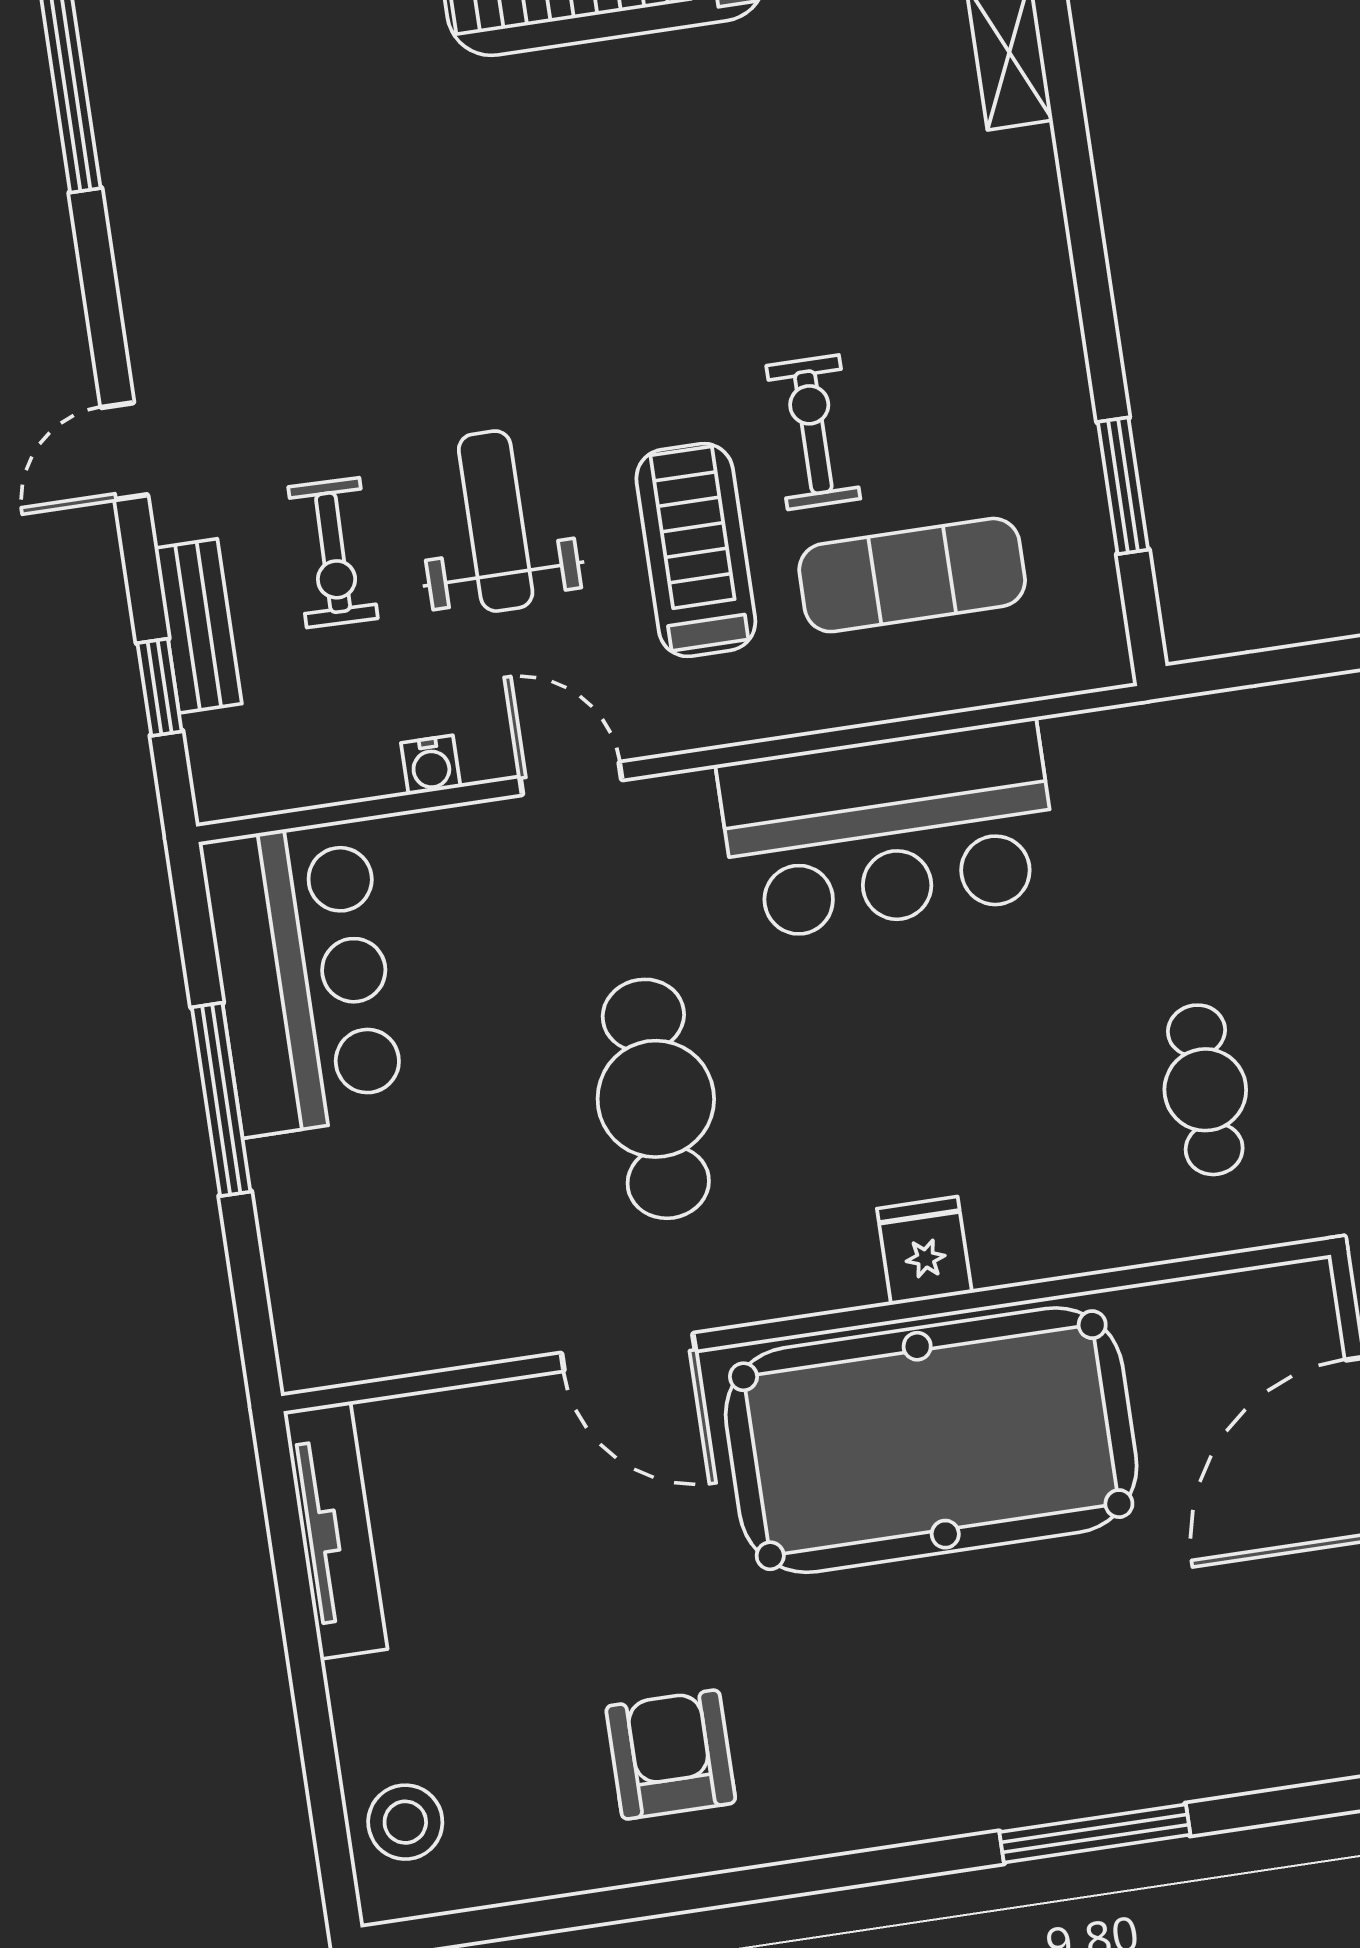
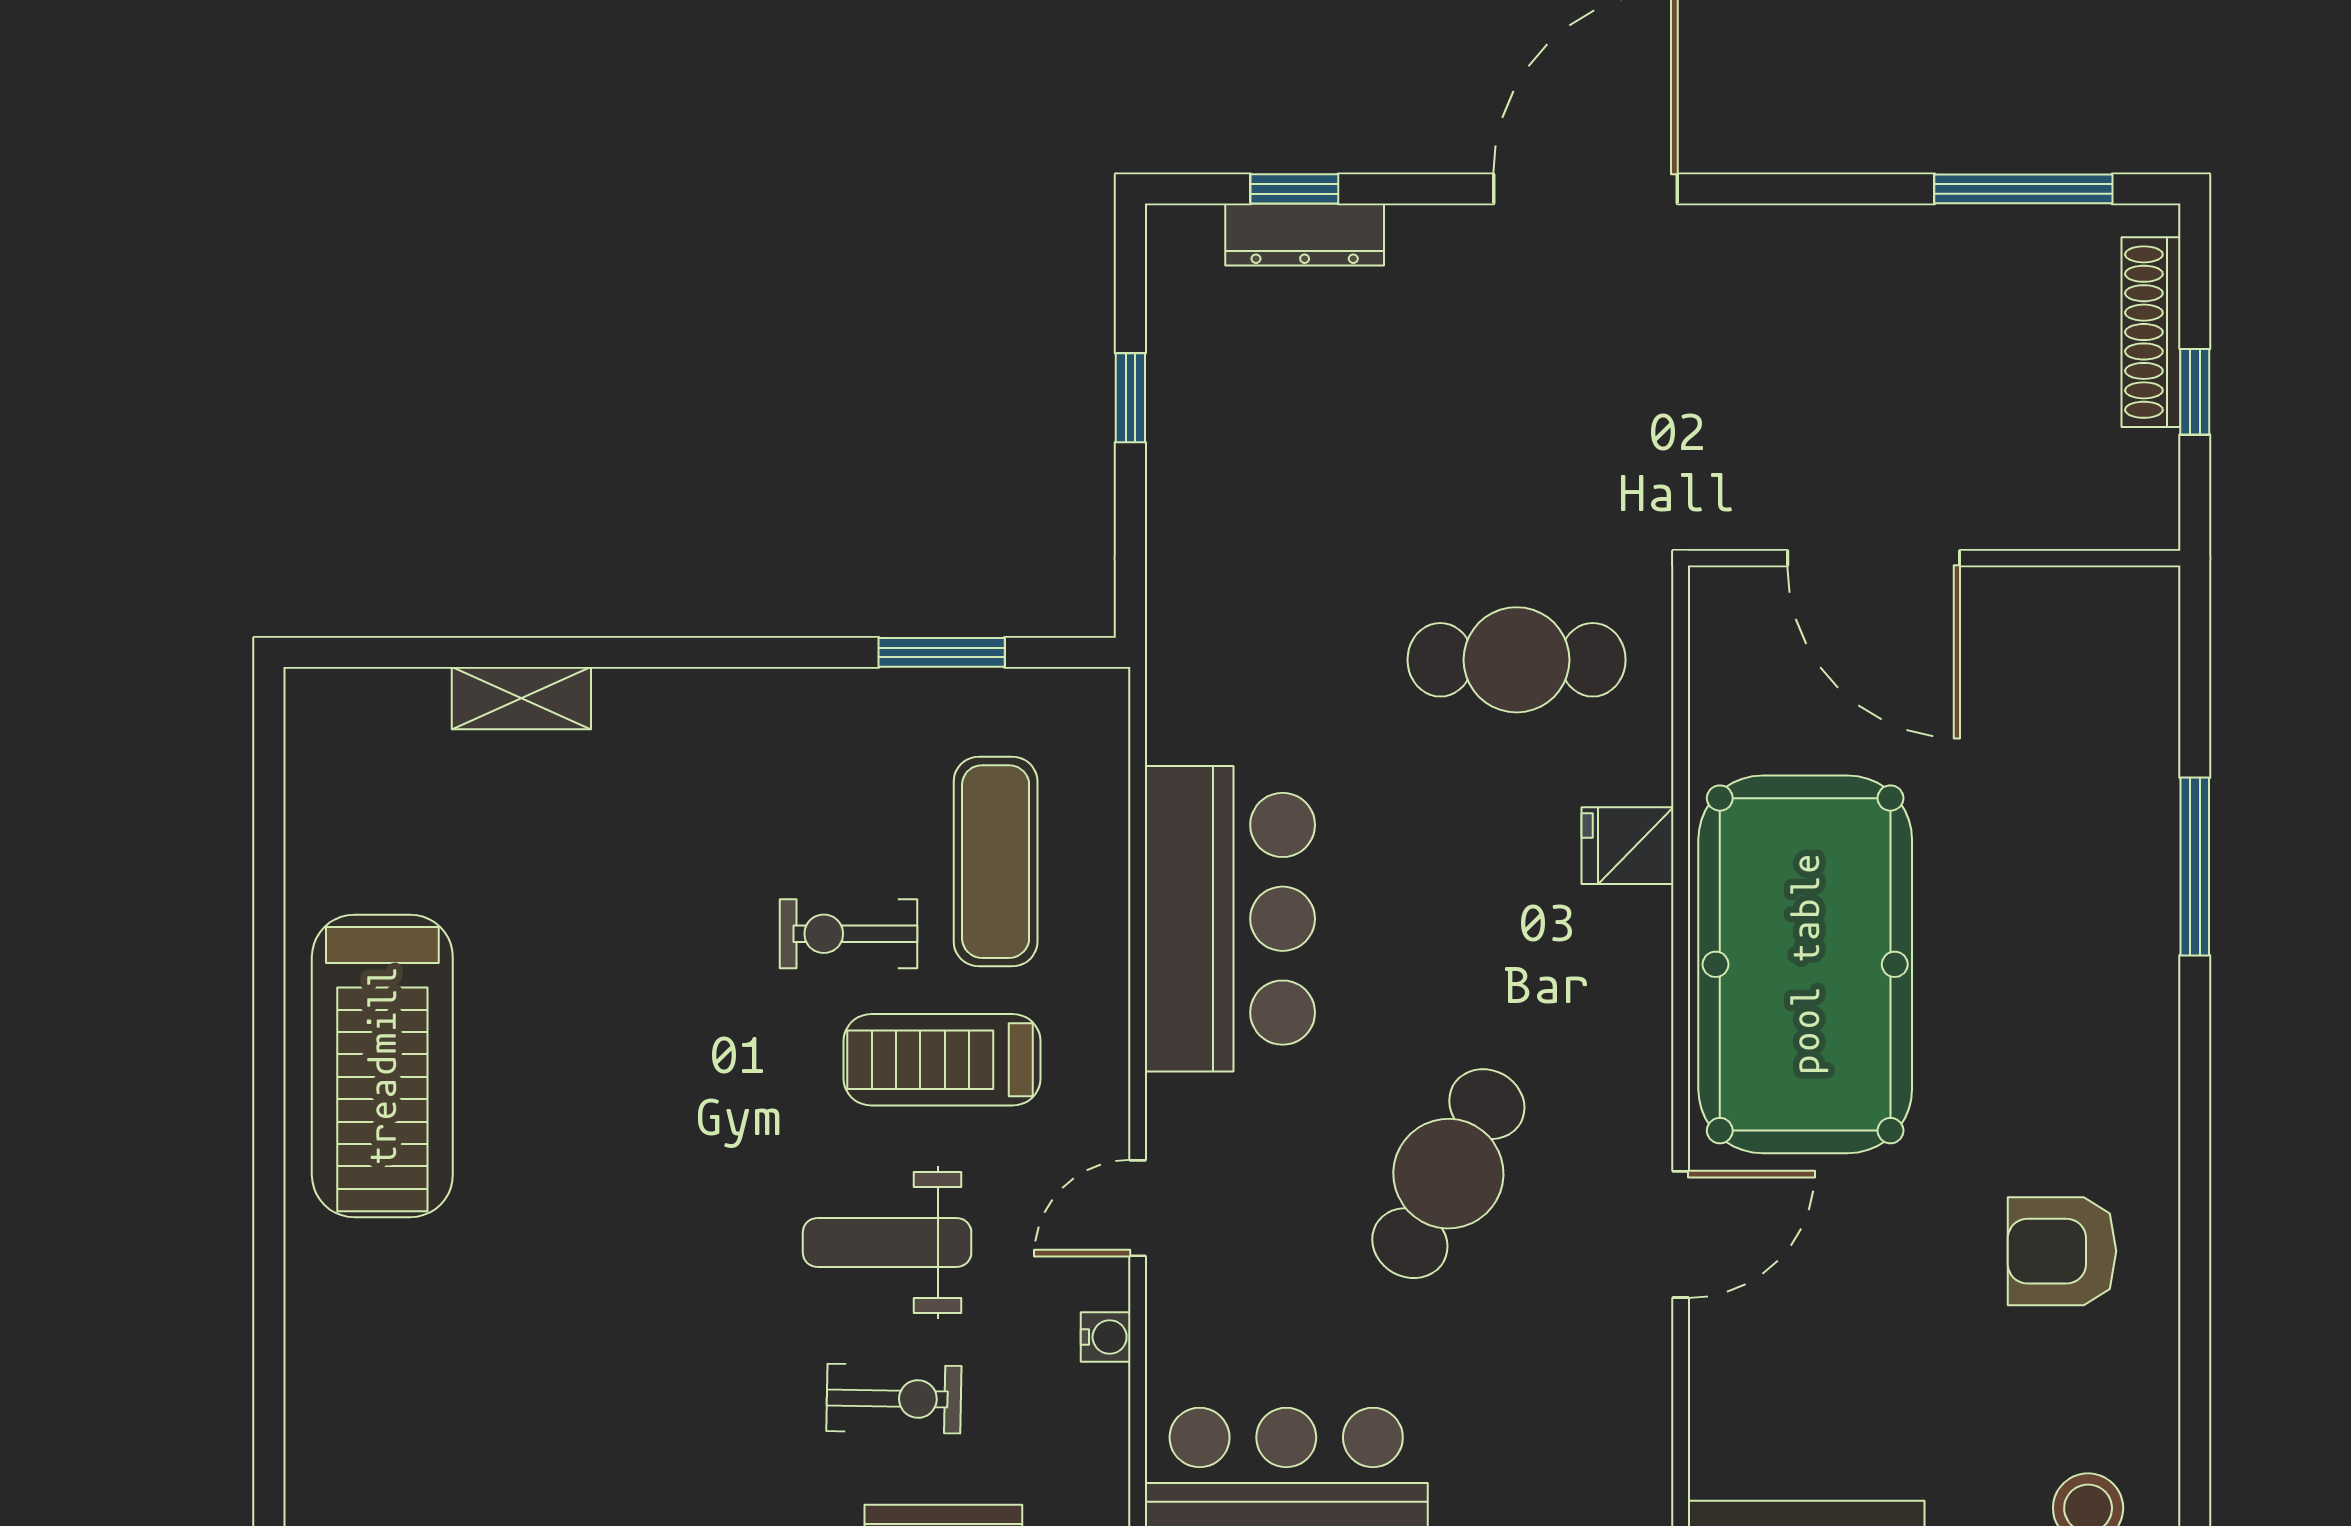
cafe table: (1205, 1090) -> (1517, 660), width x1.37, depth x1.35
cafe table: (656, 1099) -> (1448, 1174), turned -61
fridge: (924, 1251) -> (1627, 846), moved

